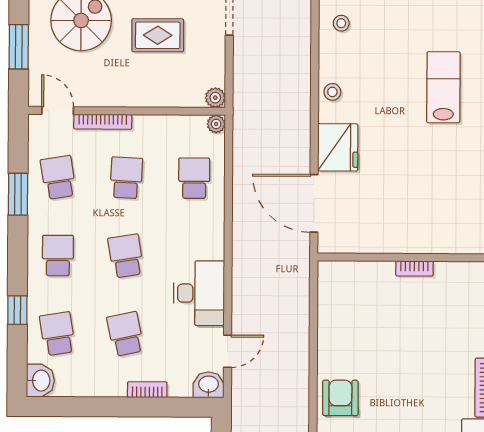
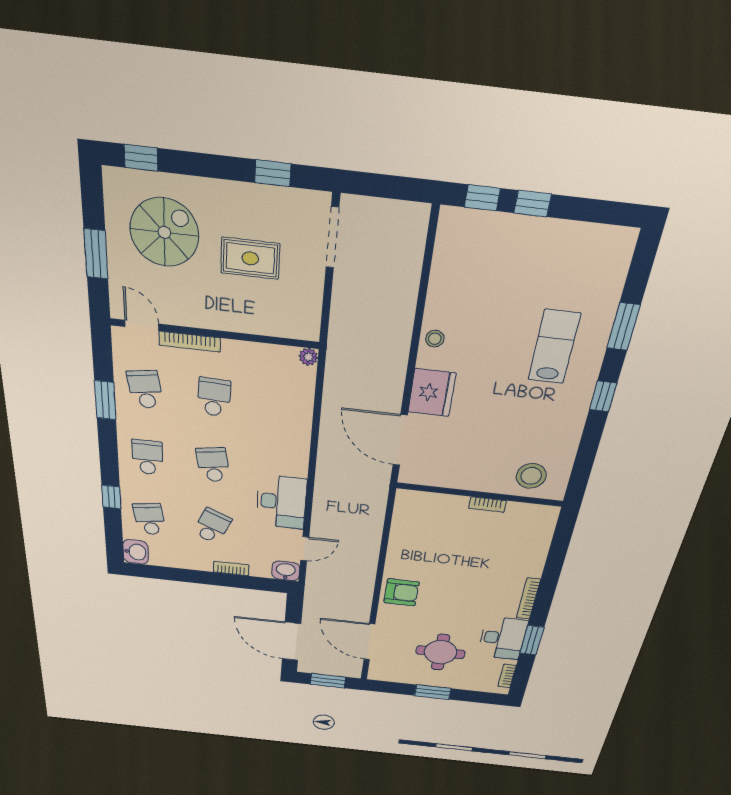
stool: (341, 23) -> (531, 476), moved, width x1.89, depth x1.89
plant: (215, 98) -> (309, 331), removed
school desk: (194, 178) -> (283, 405), removed
school desk: (125, 334) -> (212, 526), turned 36
armchair: (340, 398) -> (401, 592), turned 90

